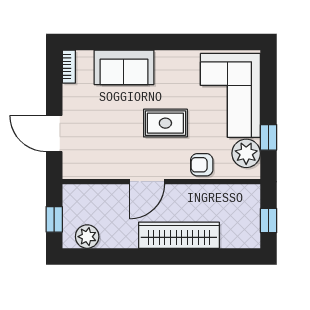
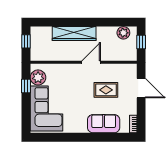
rug: (165, 123) -> (106, 90), moved
armchair: (202, 165) -> (62, 71), removed

